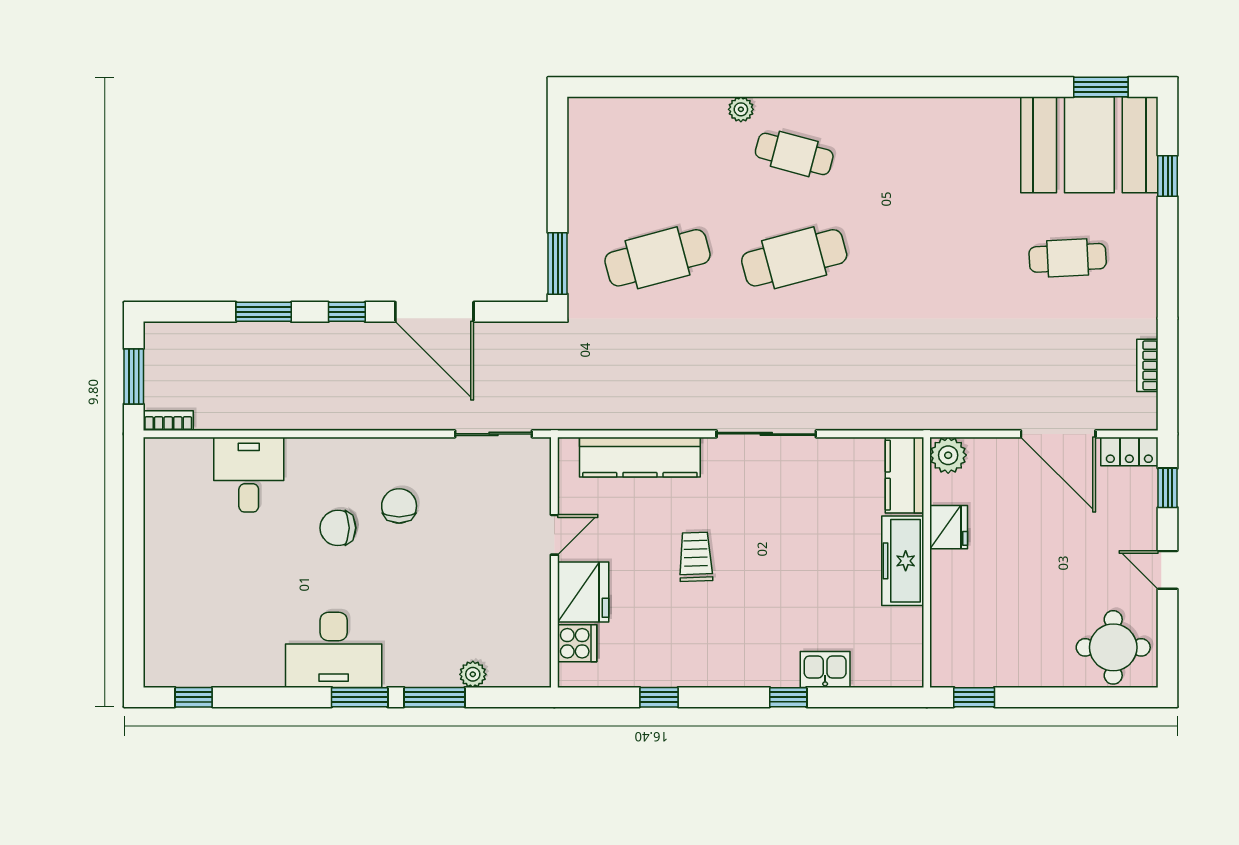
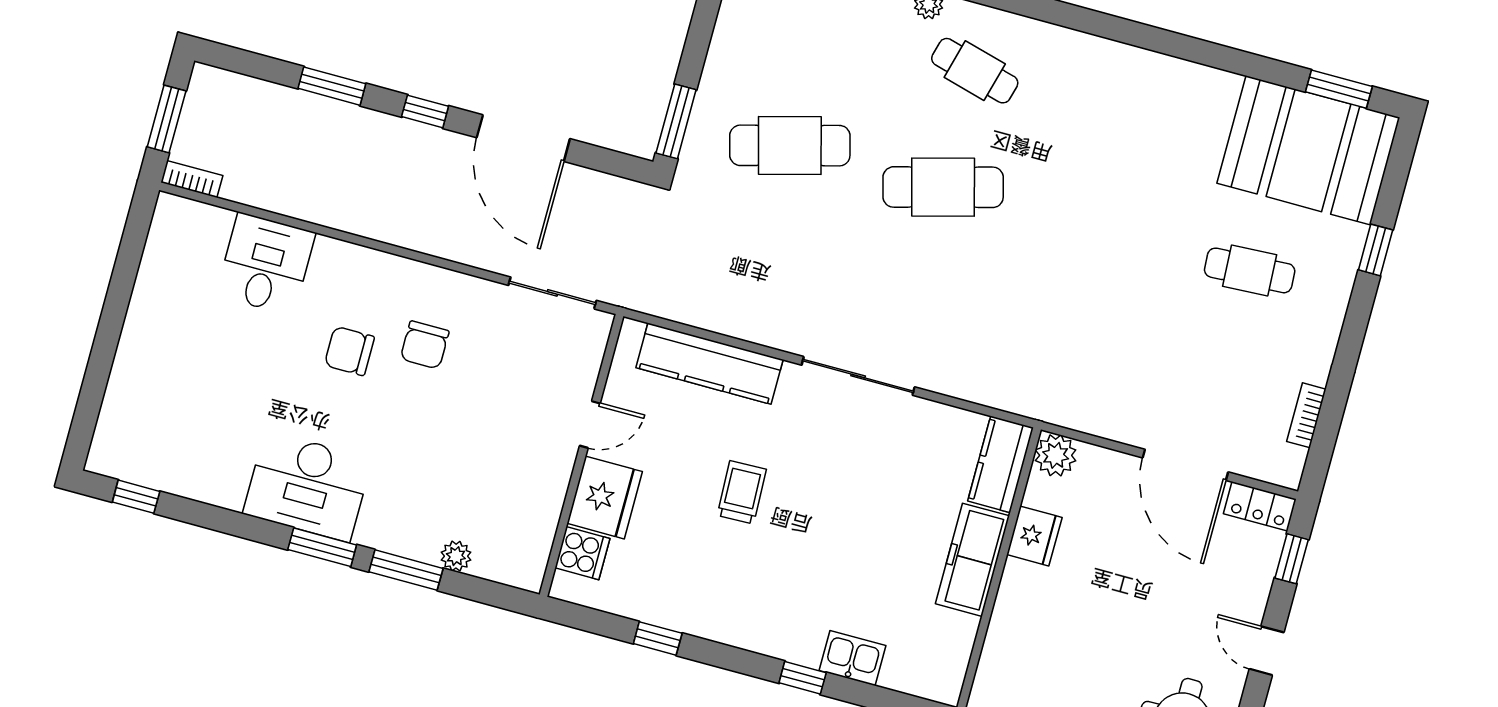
window: (1168, 176) -> (1376, 250), moved
chair: (399, 506) -> (425, 345), turned 180

